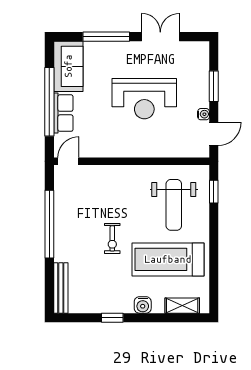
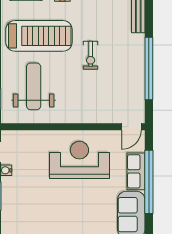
reception desk: (144, 99) -> (79, 160), moved
exercise bike: (112, 238) -> (91, 55), turned 180

